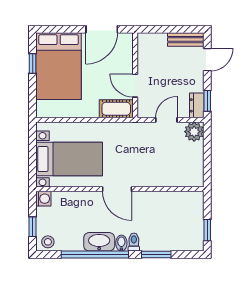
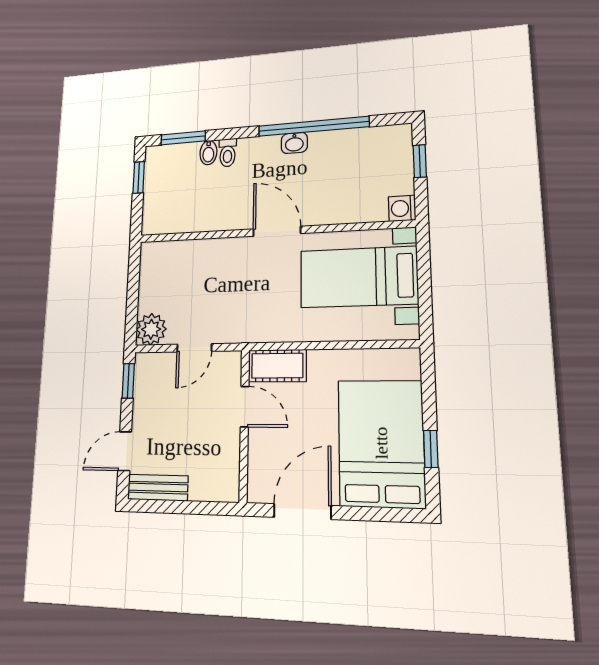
dresser: (197, 105) -> (145, 373), removed
stool: (48, 242) -> (392, 139), removed
washbasin: (99, 242) -> (294, 143), width x0.52, depth x0.69
toilet: (134, 242) -> (228, 153), moved
bidet: (121, 243) -> (208, 153), moved
window: (156, 255) -> (183, 138), moved

